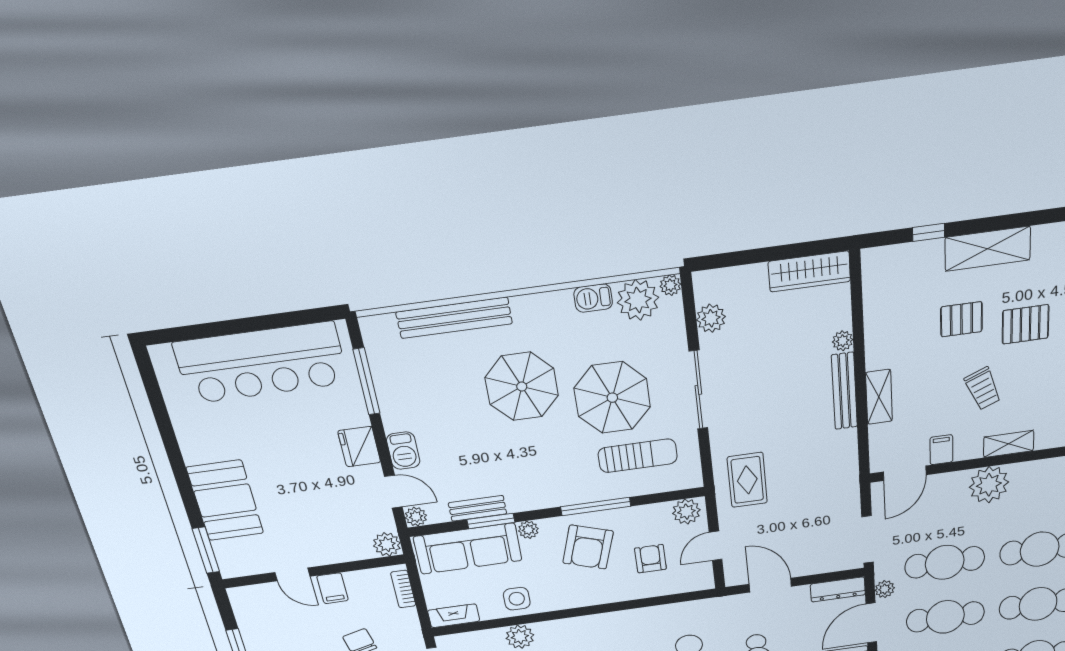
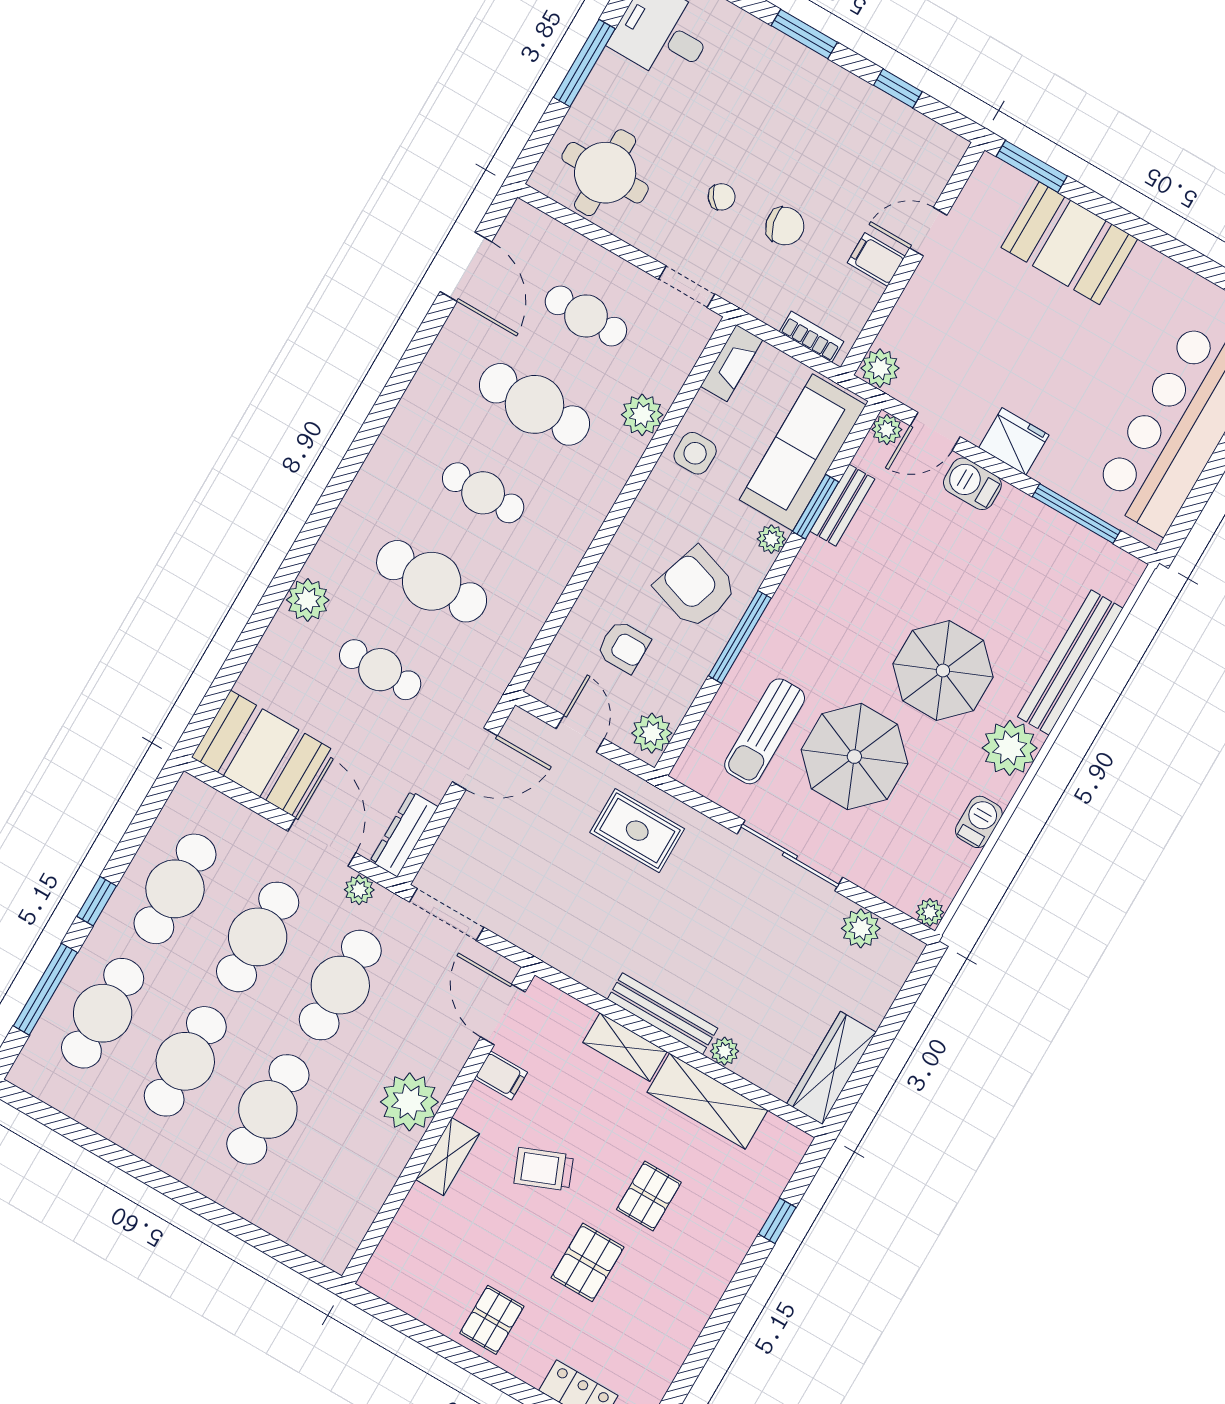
shelving: (988, 249) -> (707, 1101), moved, turned 90
plant: (638, 300) -> (1010, 748), moved

